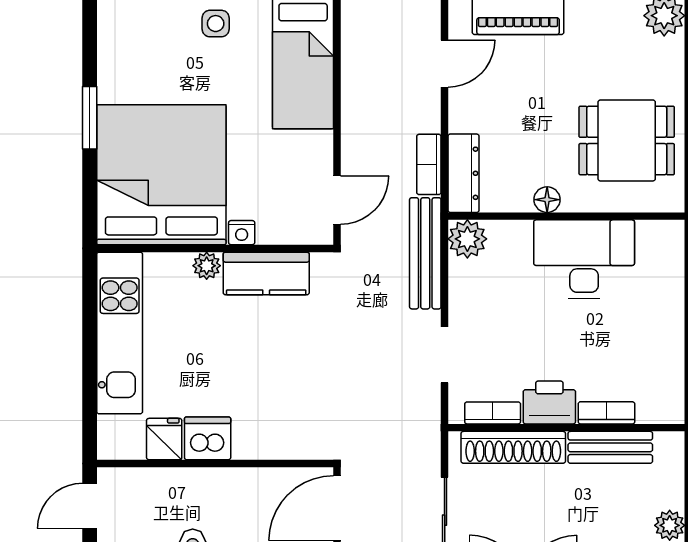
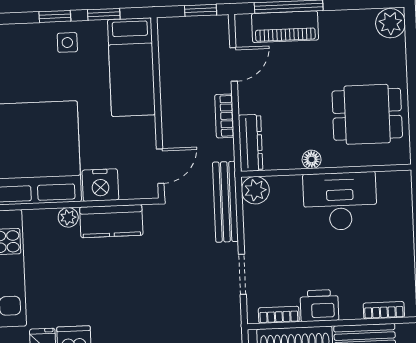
bookcase: (429, 164) -> (224, 116), moved
nightstand: (242, 233) -> (100, 185), width x1.89, depth x1.79
bookcase: (606, 413) -> (384, 310), moved

